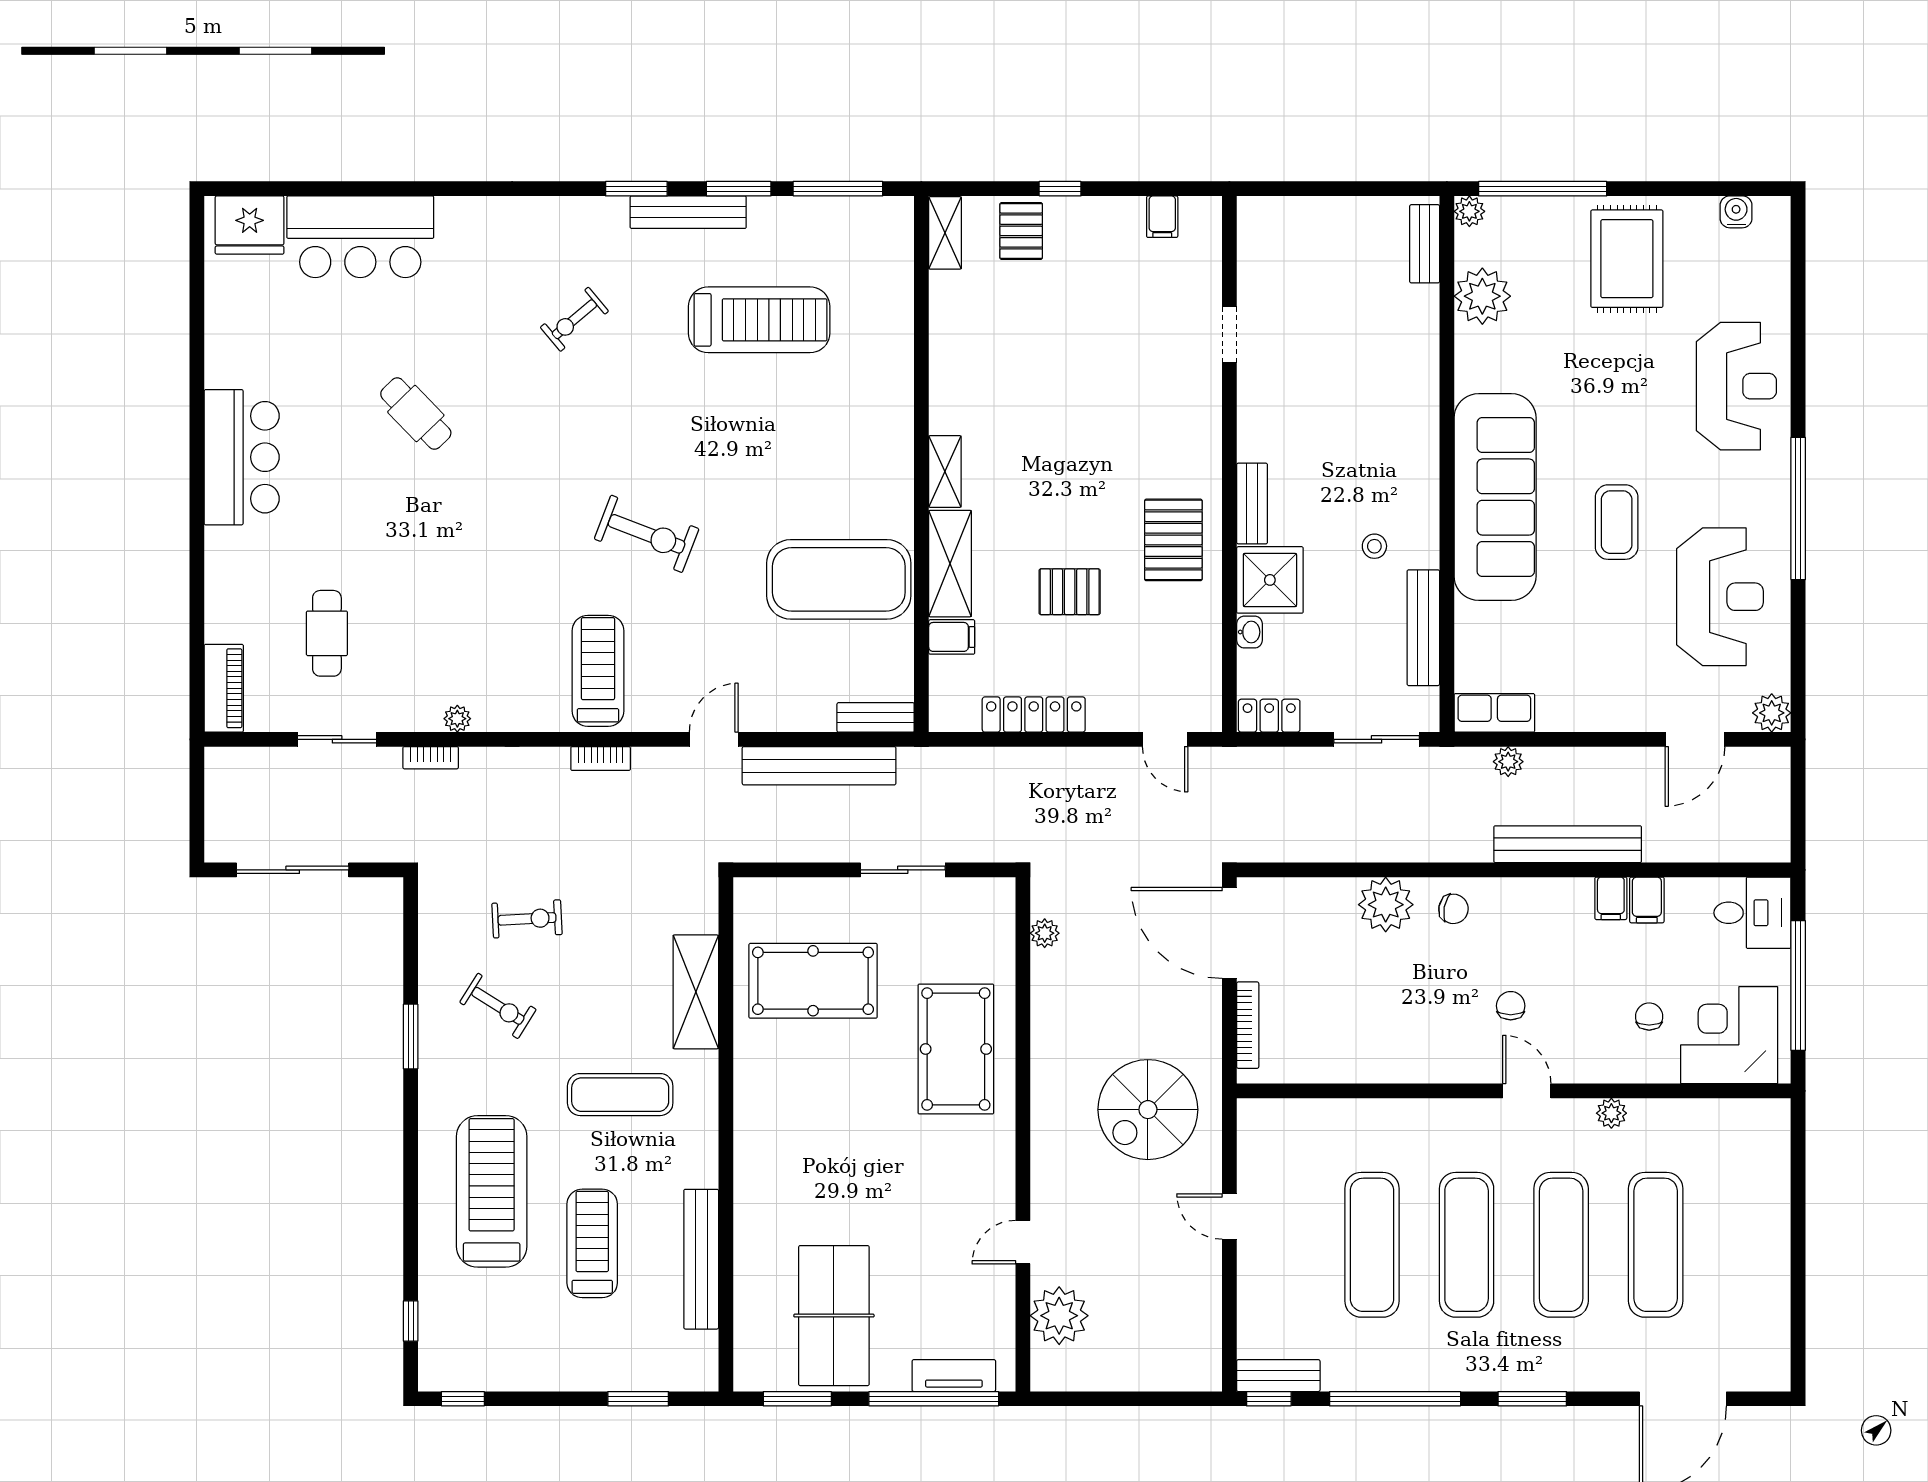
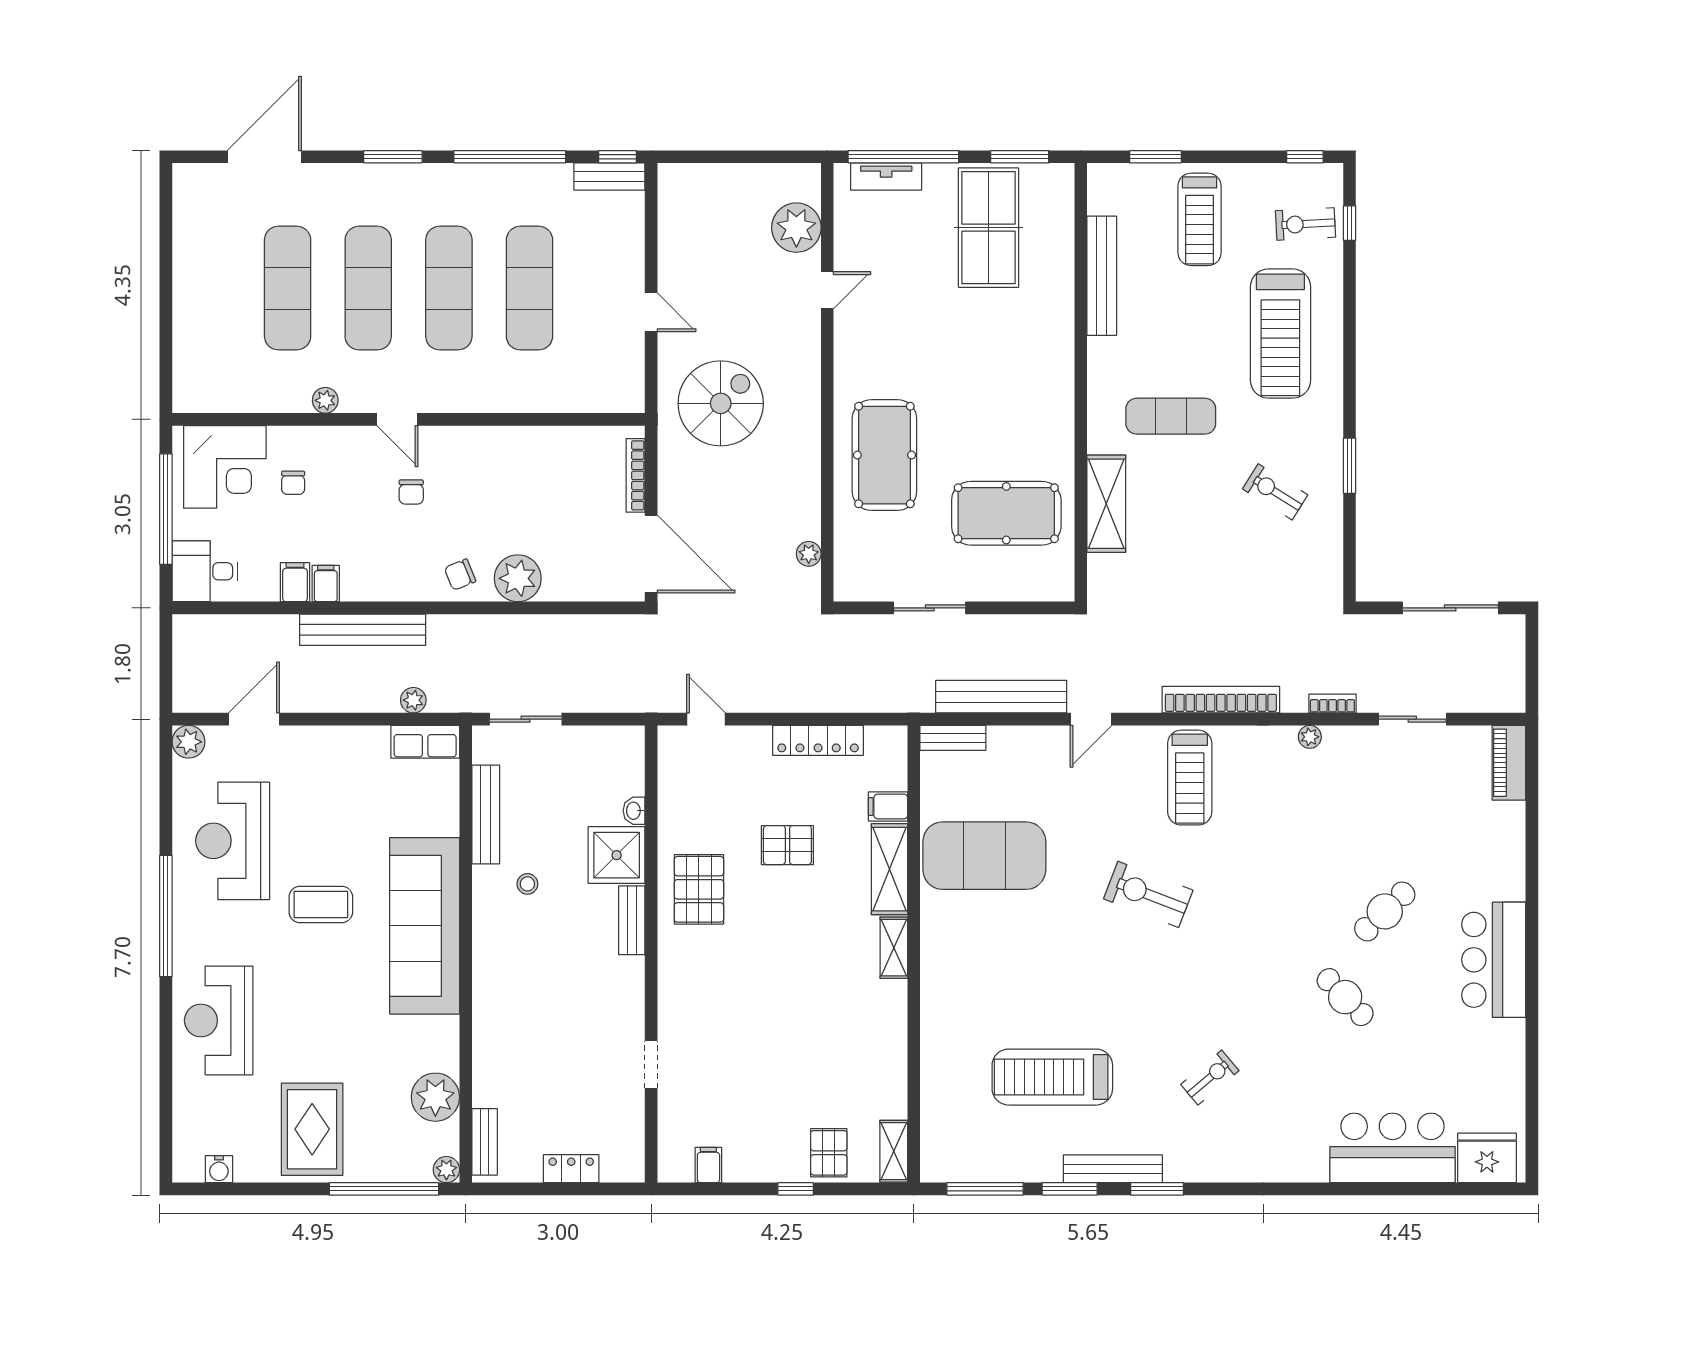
coffee table: (1617, 522) -> (321, 904), turned 90
cafe table: (327, 633) -> (1385, 911), moved, turned 46
locker: (1269, 716) -> (571, 1169), moved, turned 180
bookcase: (601, 759) -> (1221, 700), width x2.31, depth x1.31
chair: (1453, 909) -> (460, 575), turned -33
exercise bike: (527, 919) -> (1305, 224), moved
treadmill: (592, 1243) -> (1200, 219), moved

